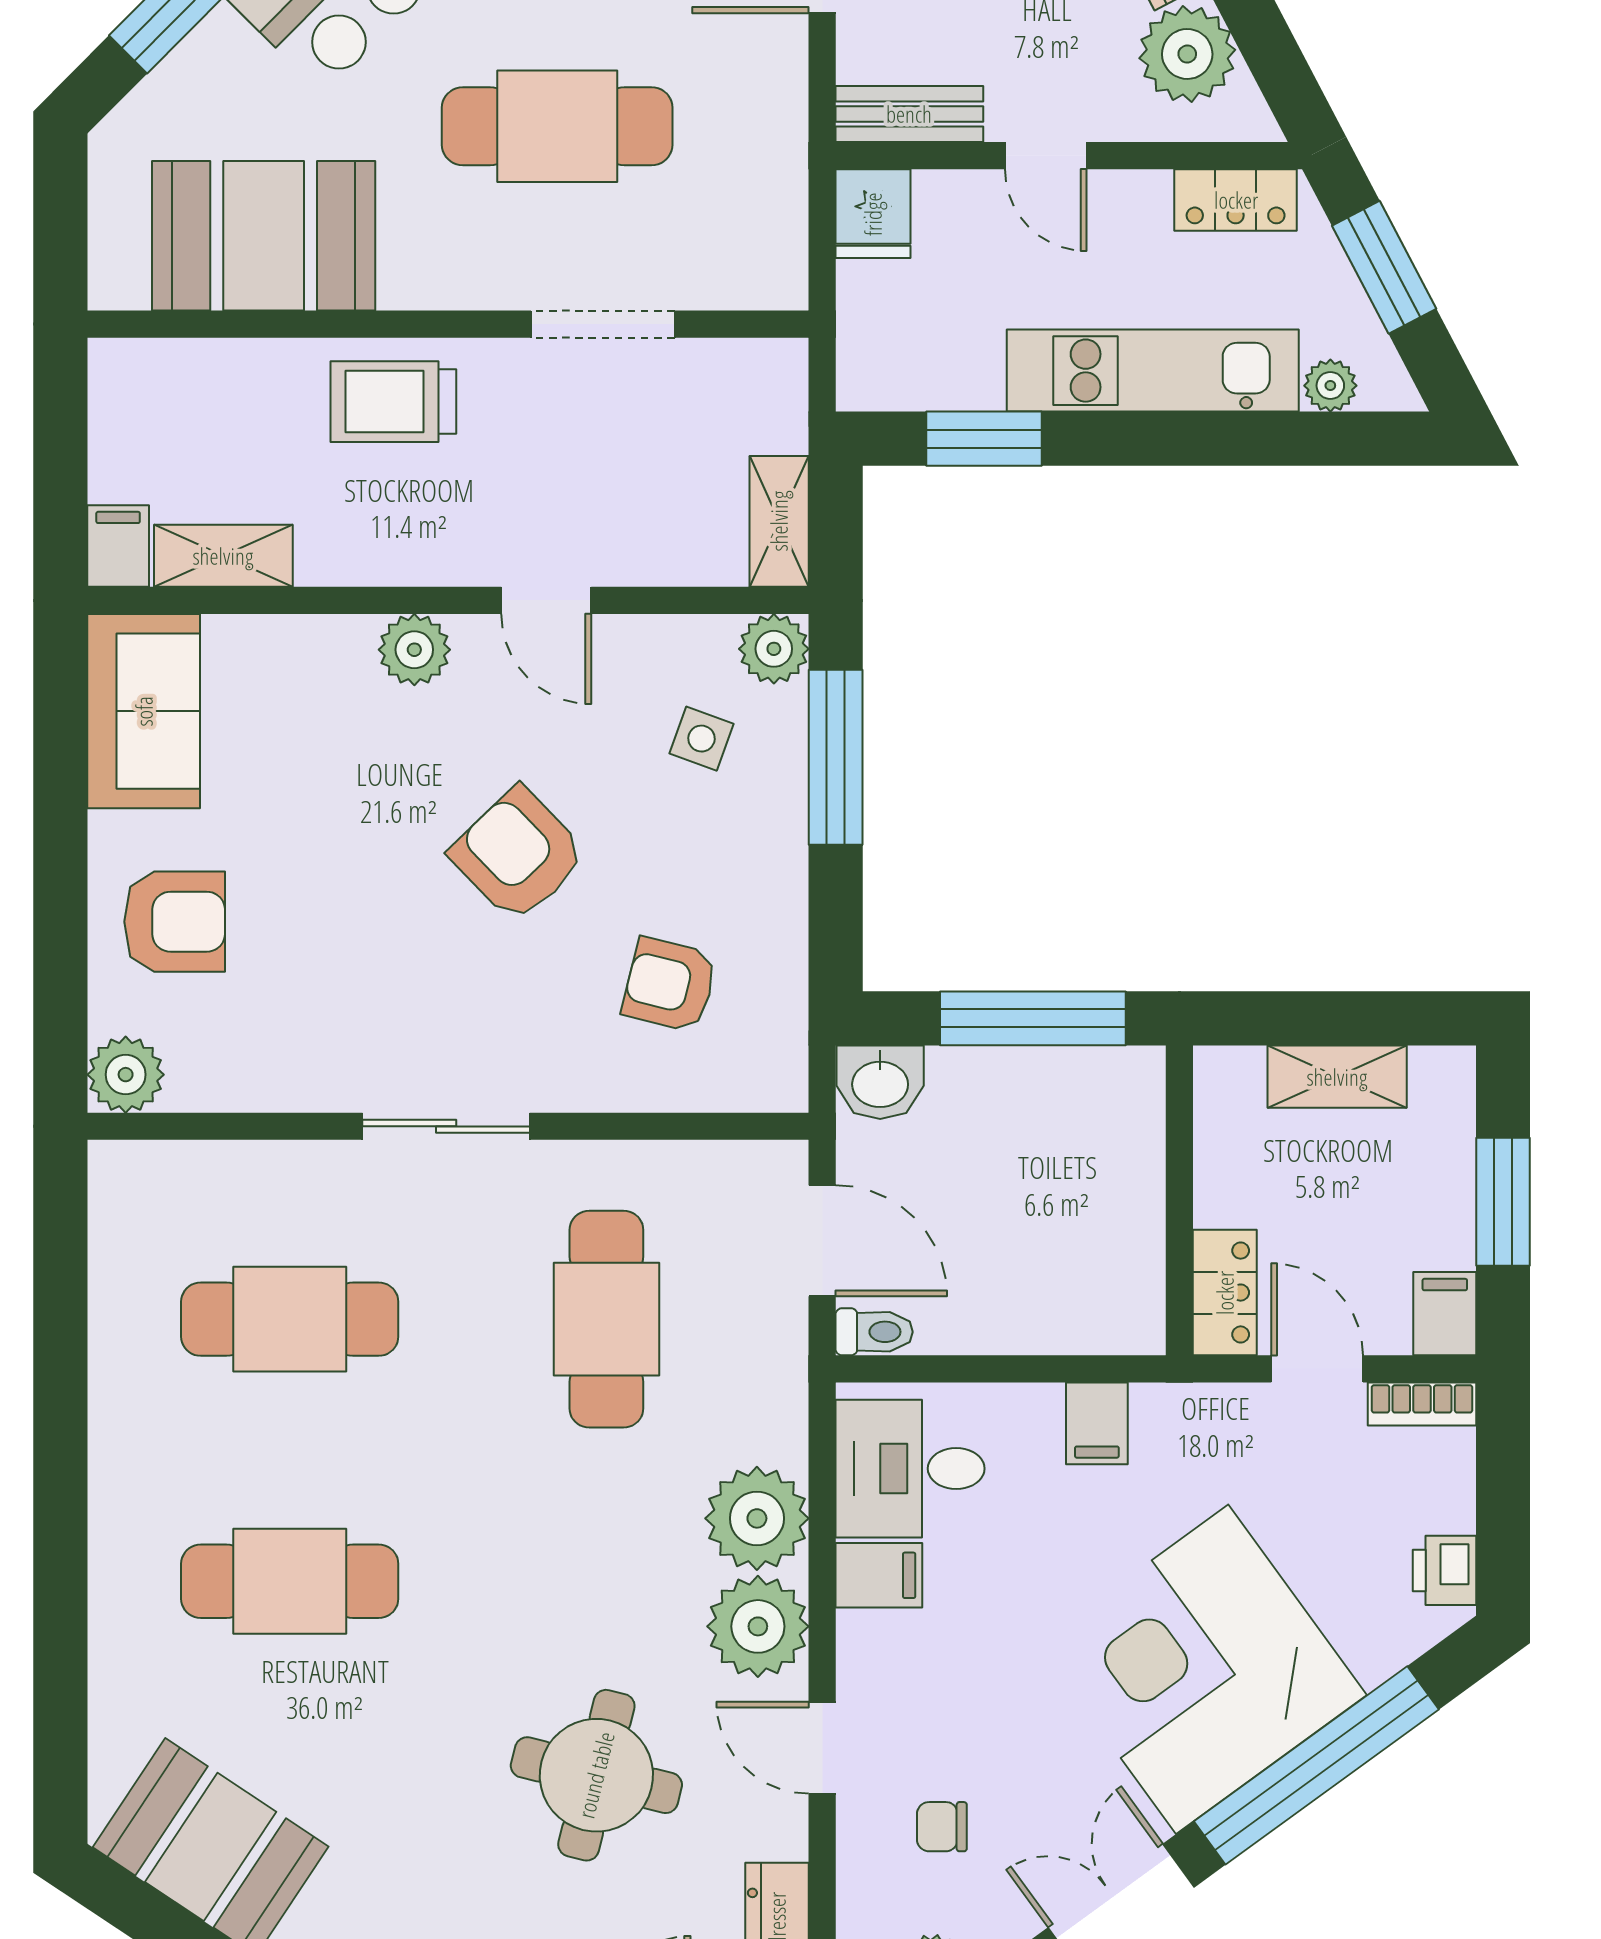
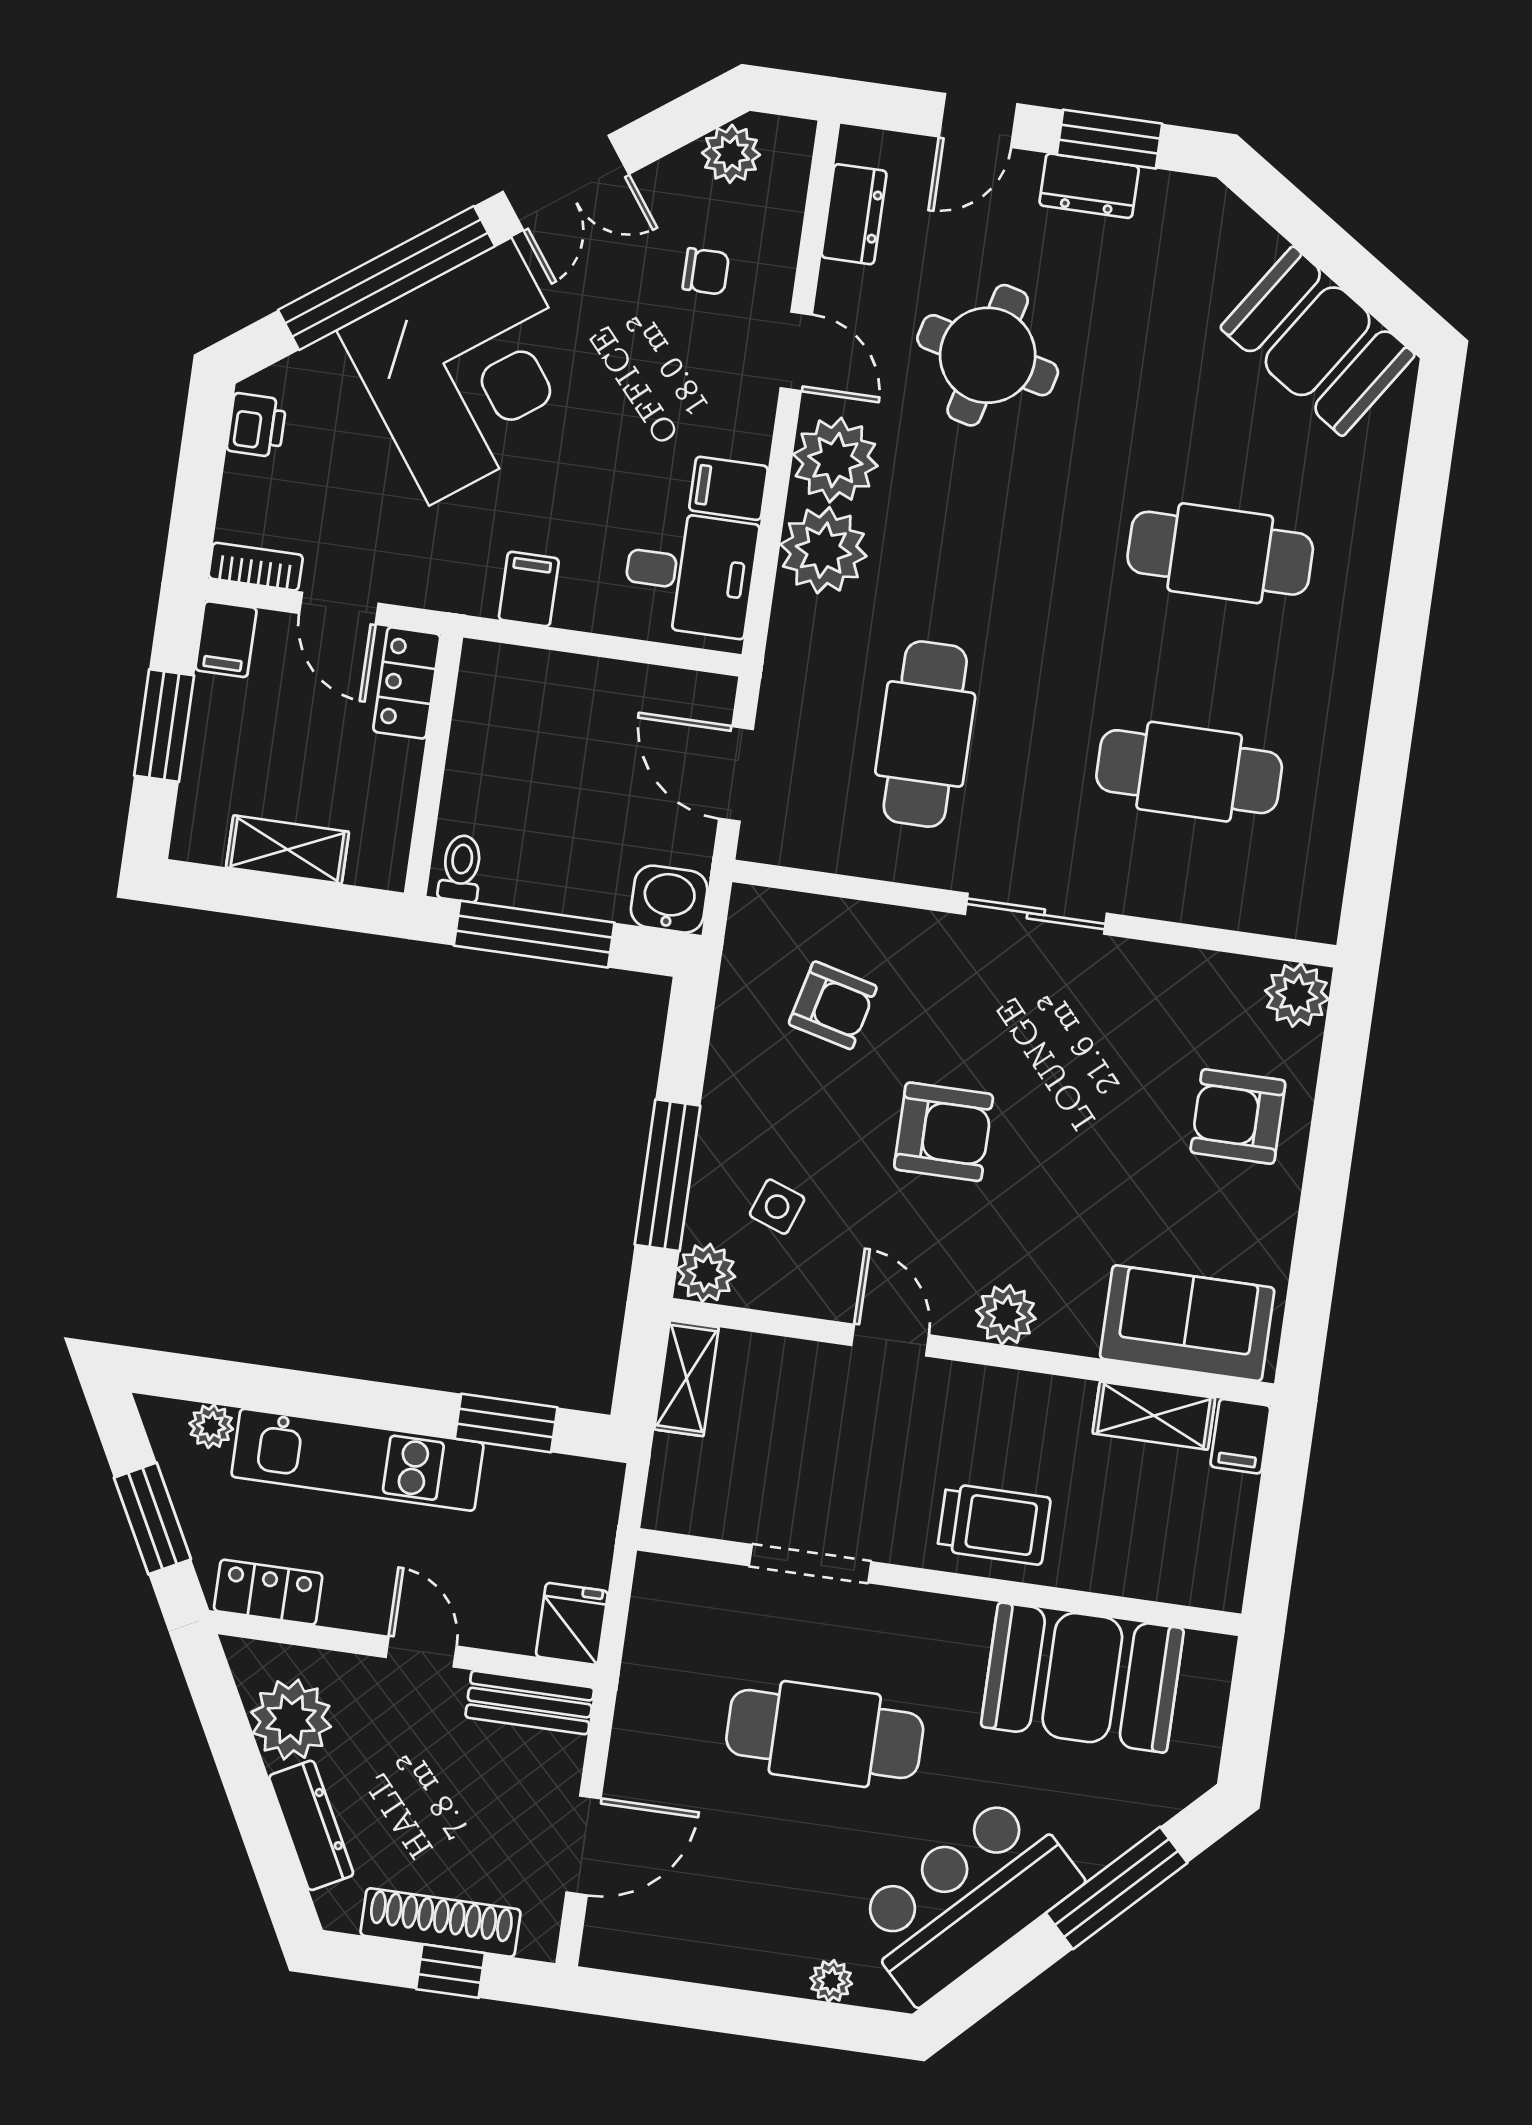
sofa: (144, 711) -> (1187, 1323), moved, turned 90
armchair: (518, 854) -> (944, 1132), turned -46
toilet: (874, 1332) -> (461, 868), moved, turned 90

